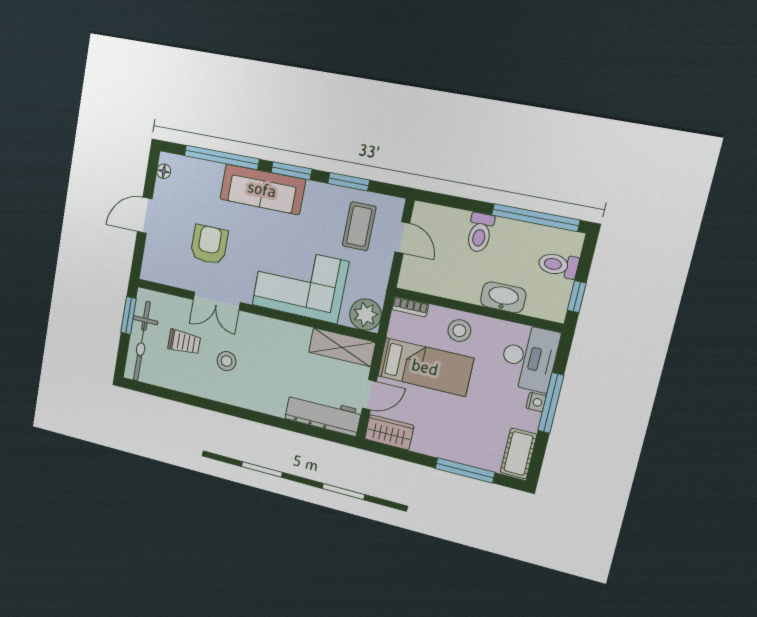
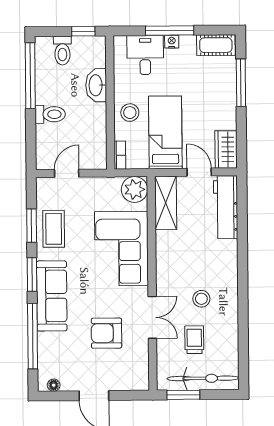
coffee table: (359, 226) -> (54, 229), moved, turned 90
desk: (529, 358) -> (145, 55), width x0.73

